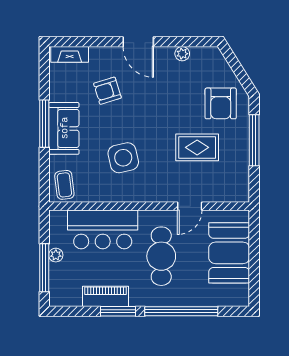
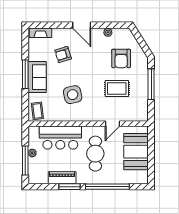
armchair: (221, 103) -> (121, 58), moved

